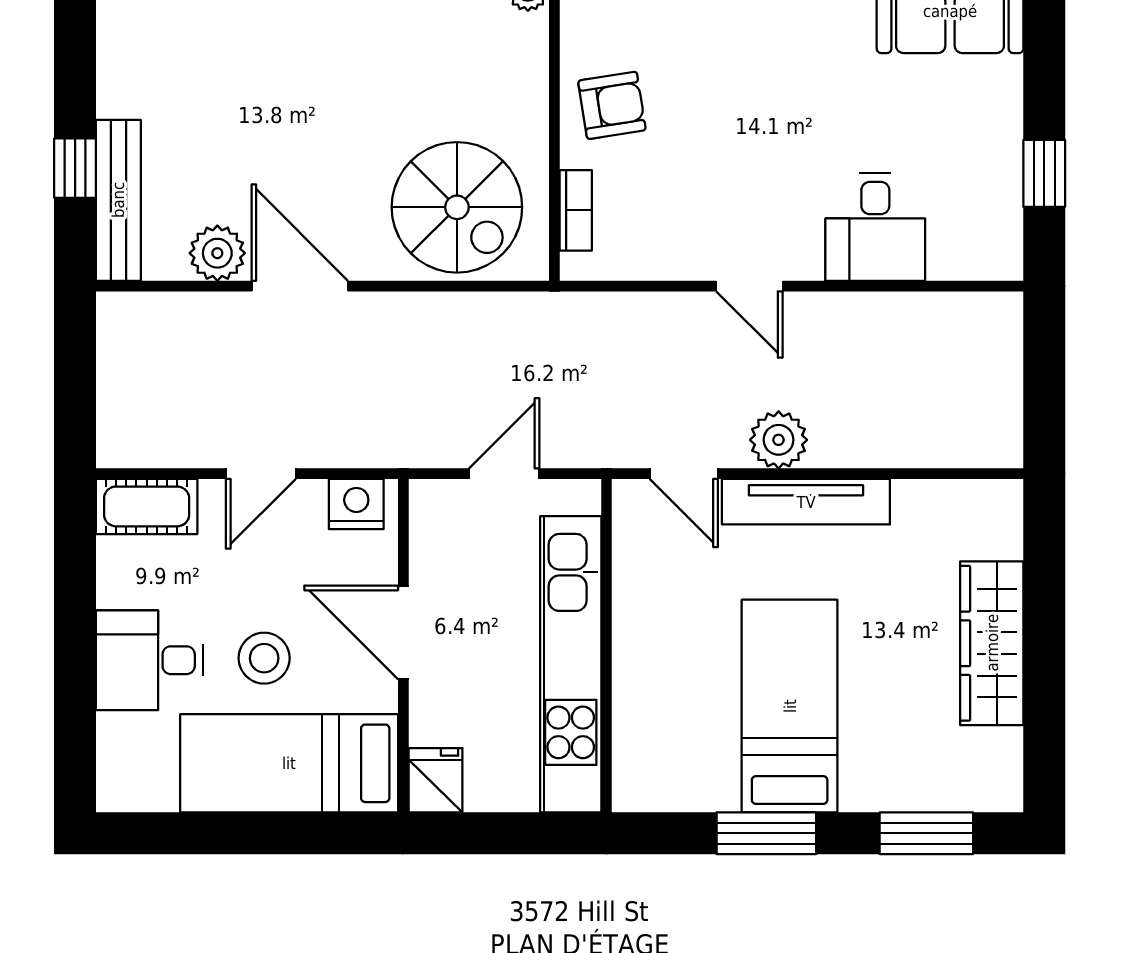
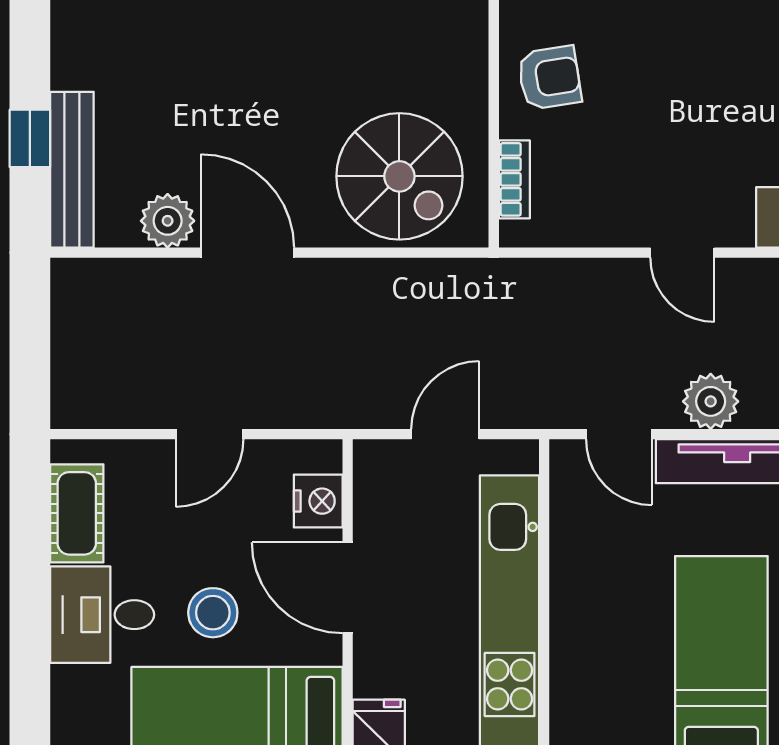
nightstand: (356, 504) -> (318, 501), moved, turned 90
cot: (147, 506) -> (77, 513), moved, turned 90

